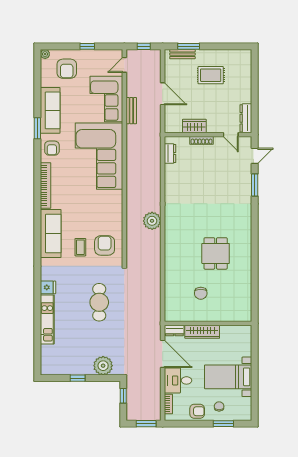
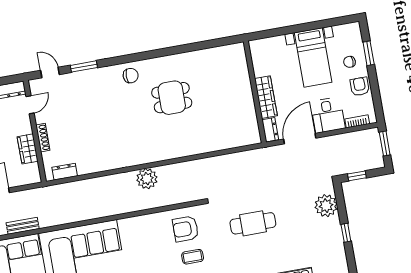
chair: (201, 293) -> (131, 76), moved

